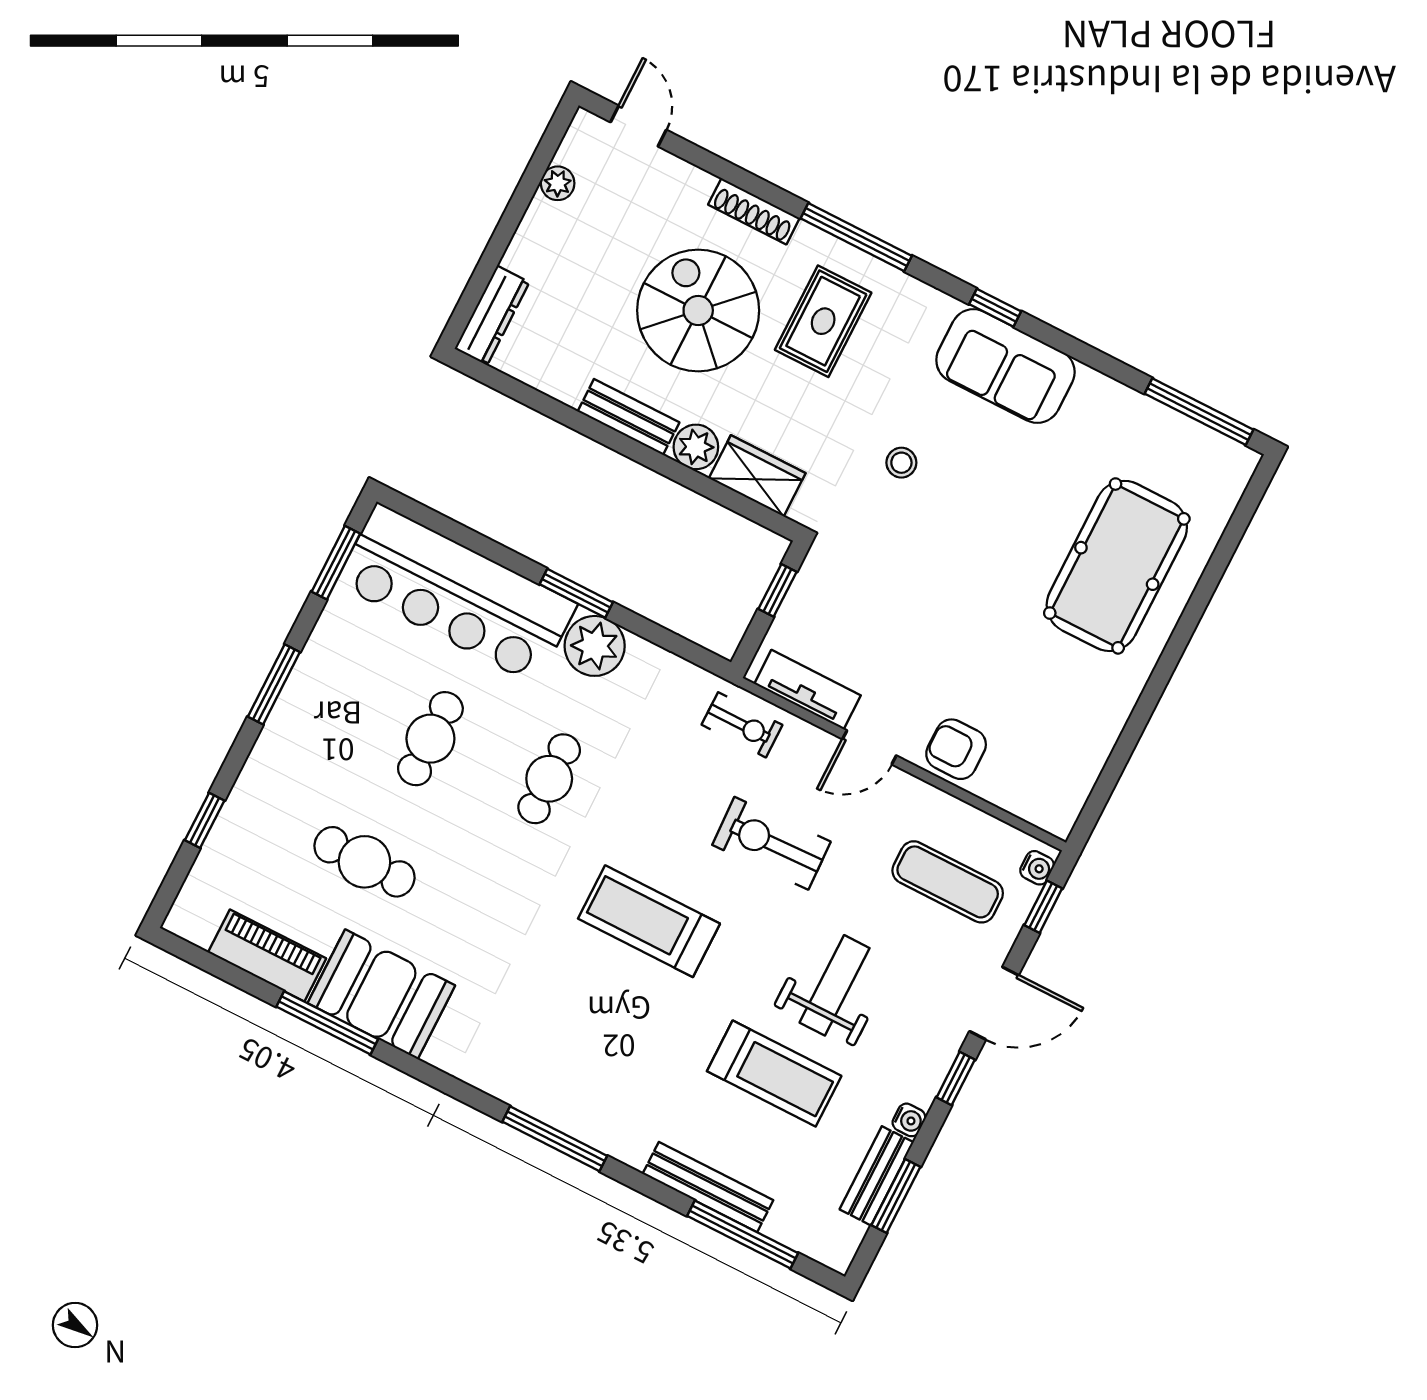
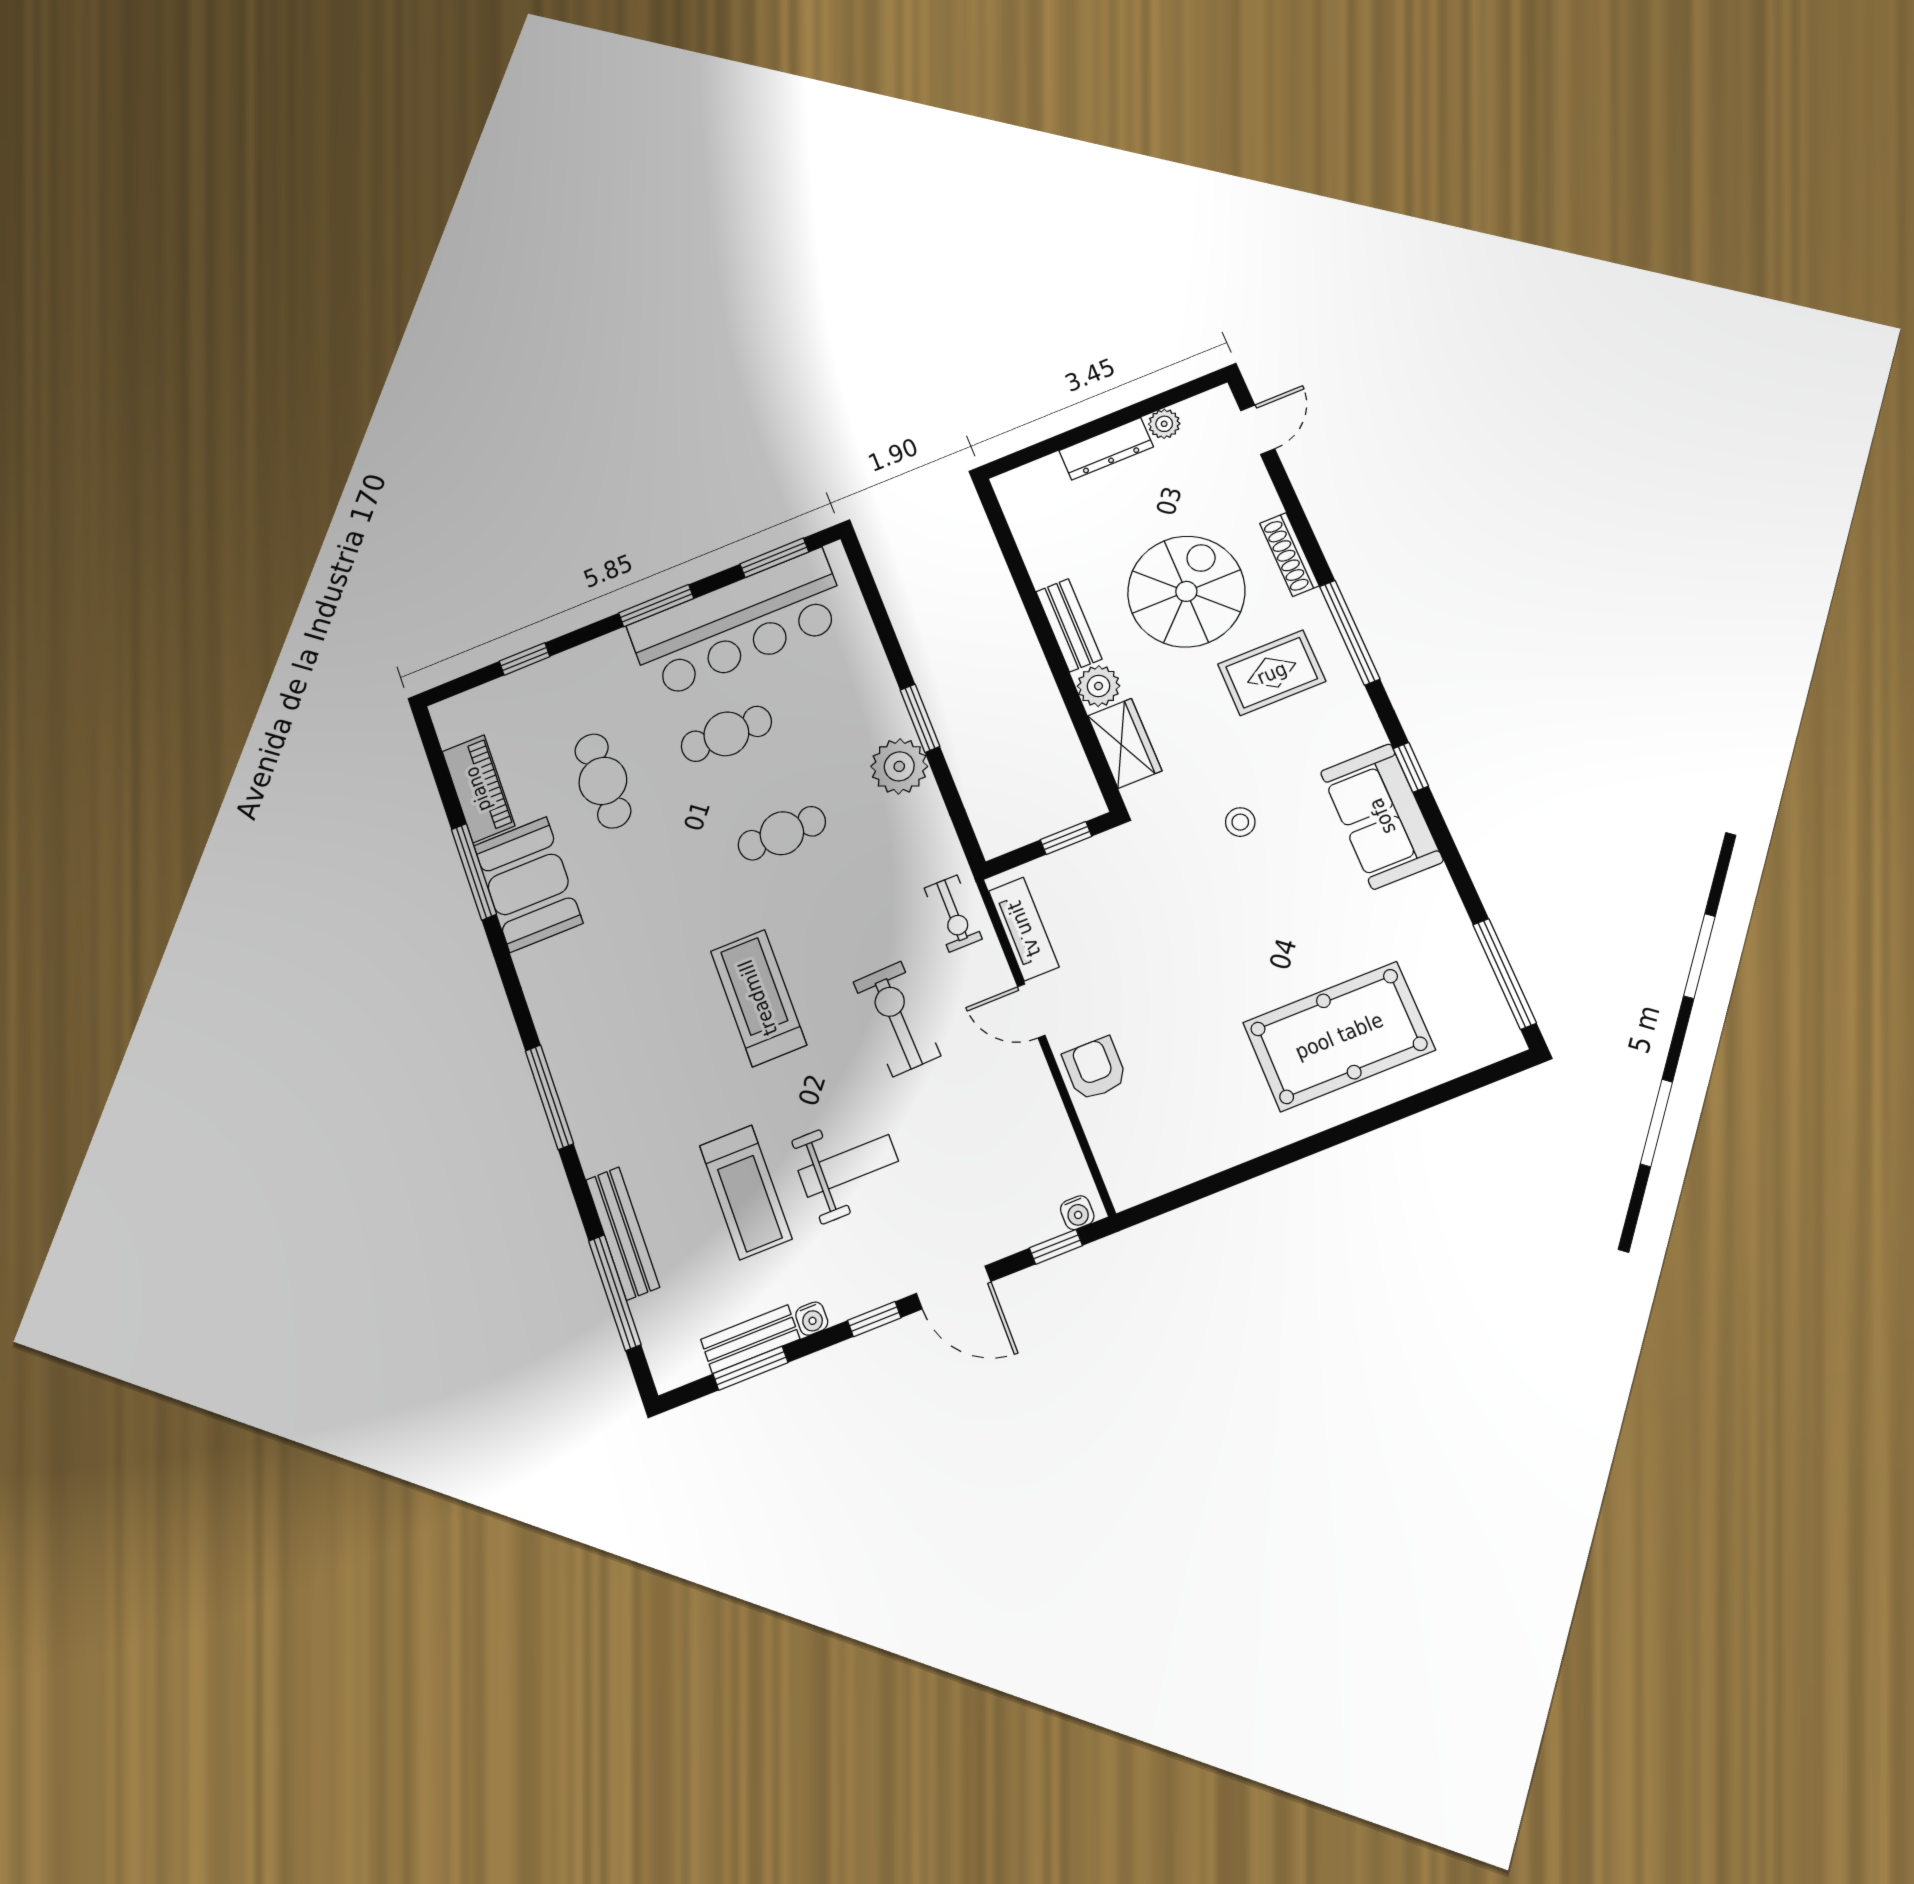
dresser: (492, 315) -> (1106, 449), moved
bar counter: (457, 594) -> (738, 624), moved, turned -90
exercise mat: (948, 882) -> (1001, 1163), removed

